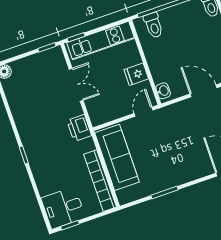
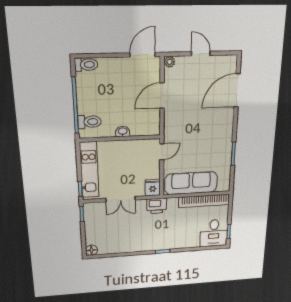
fridge: (136, 74) -> (153, 188), moved, turned 180
double door: (76, 85) -> (121, 199), swing flipped
washbasin: (163, 91) -> (123, 131), moved
door: (144, 112) -> (162, 152), swing flipped

